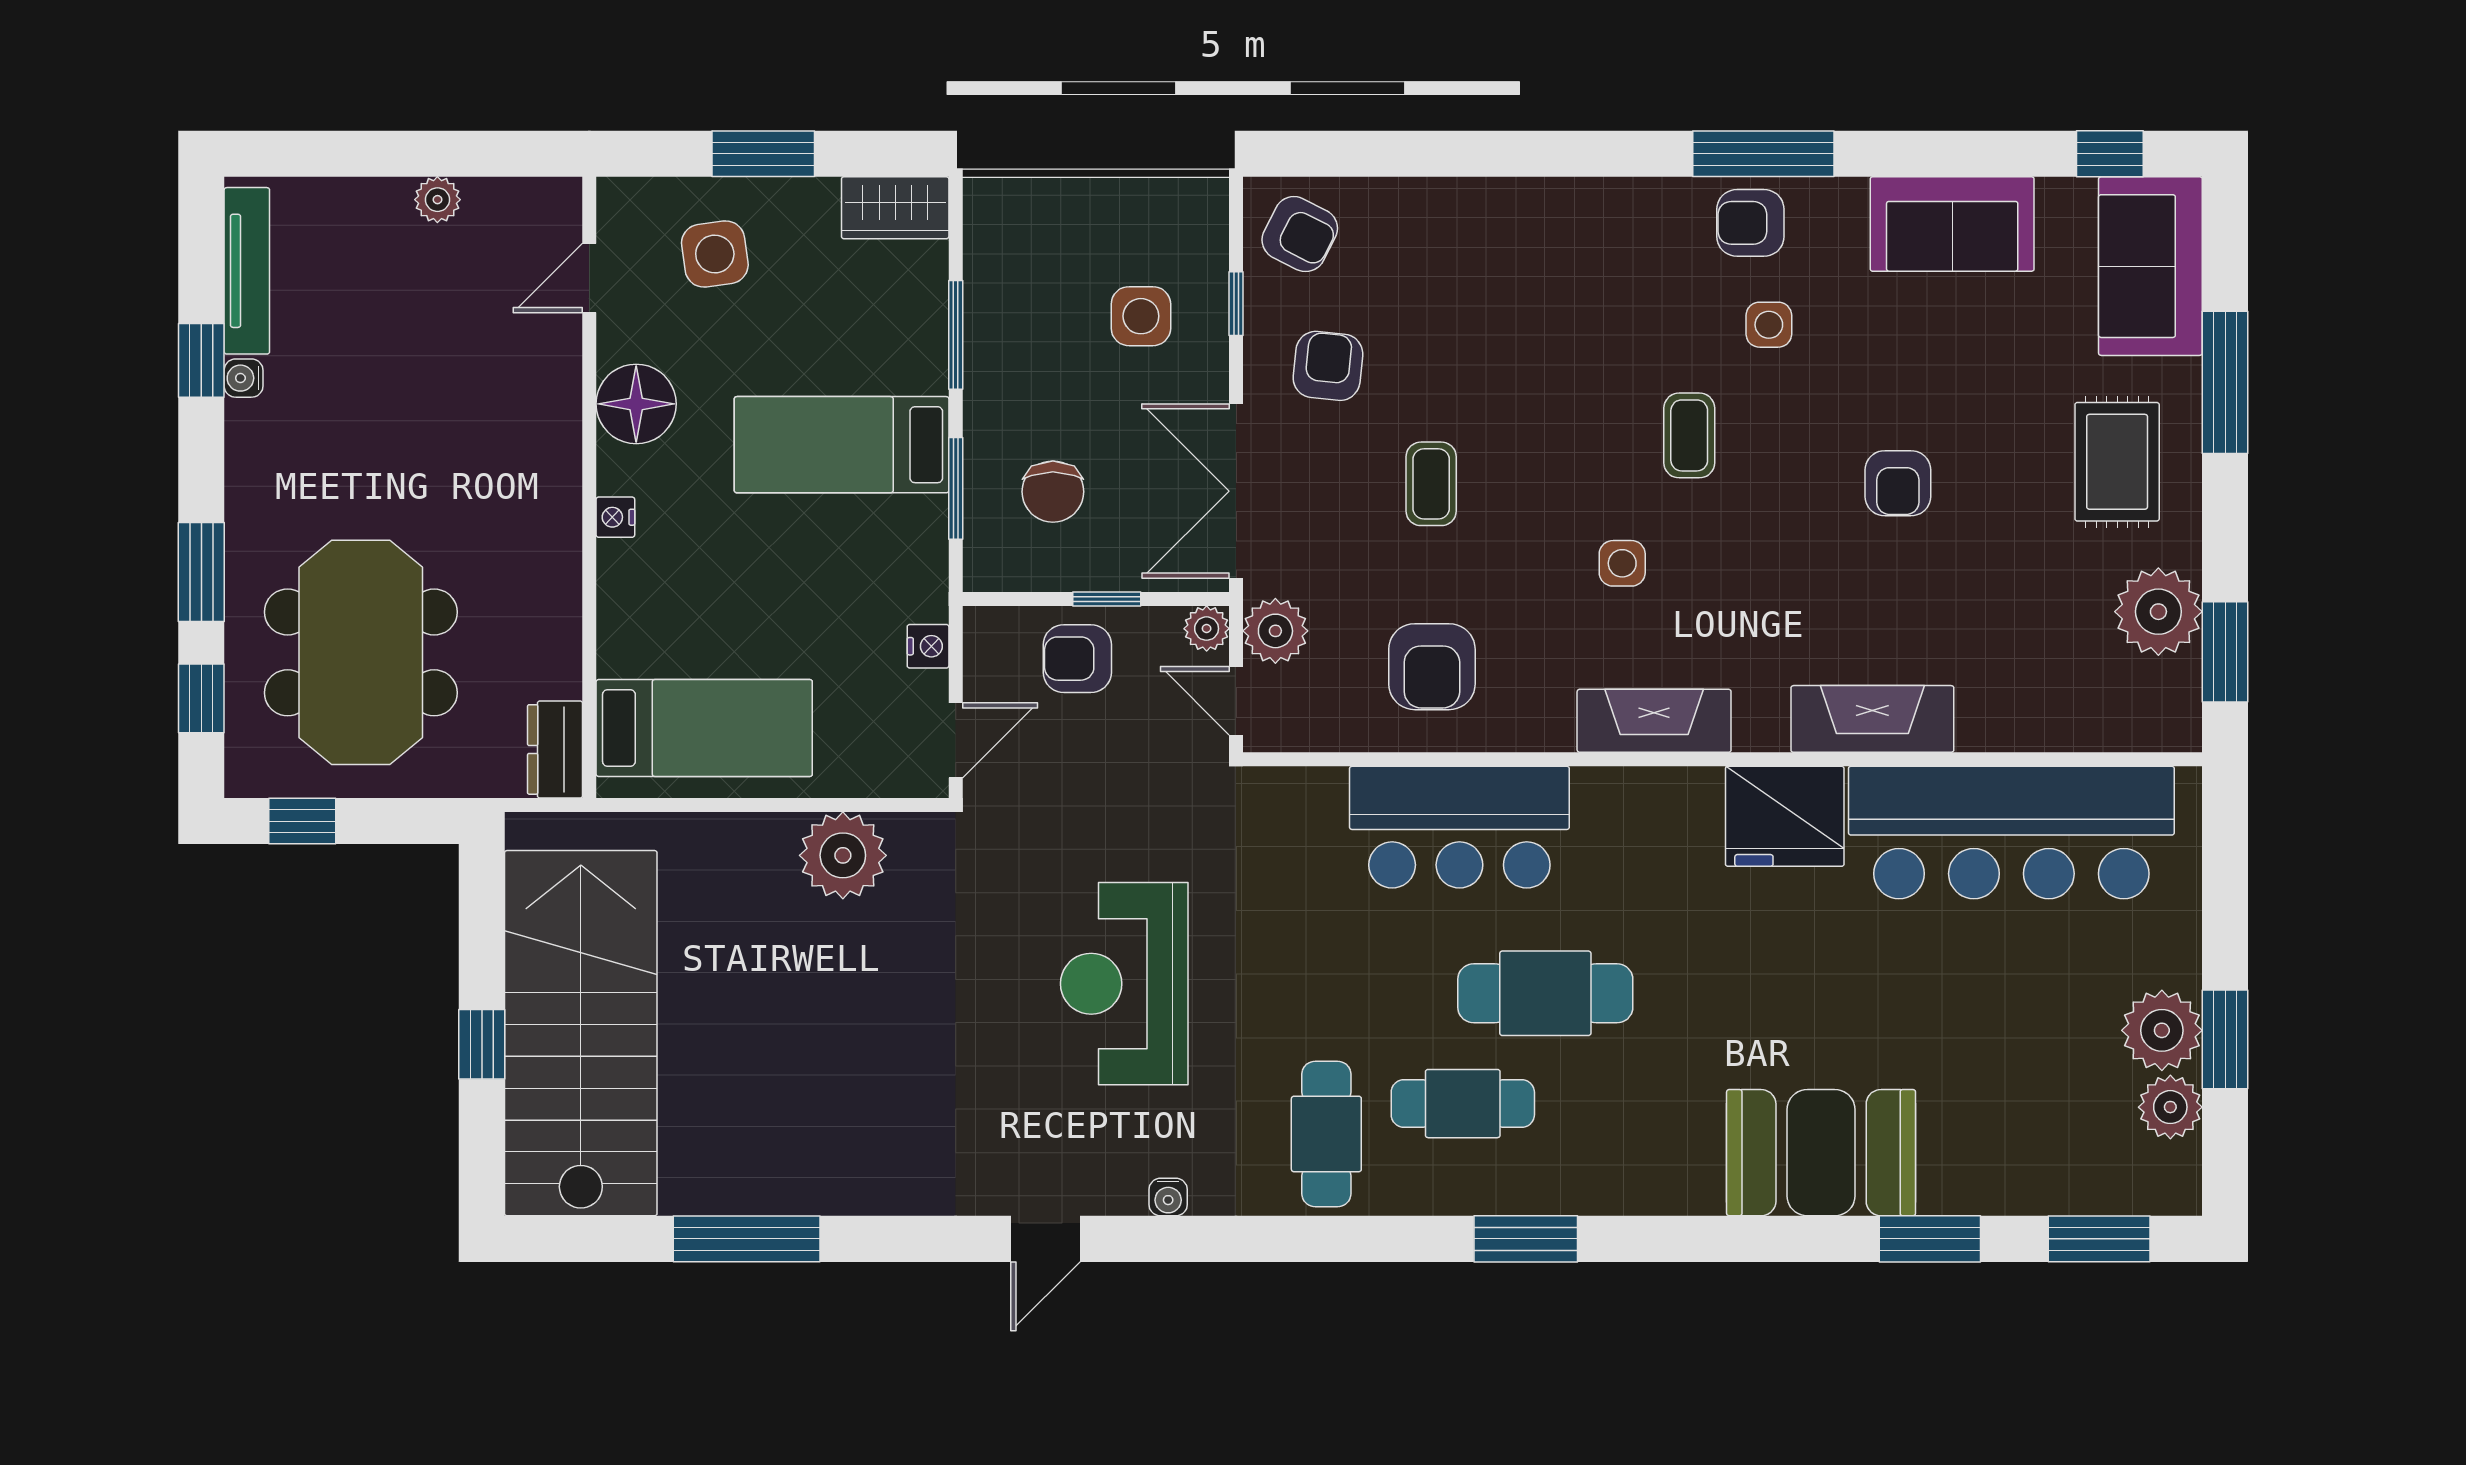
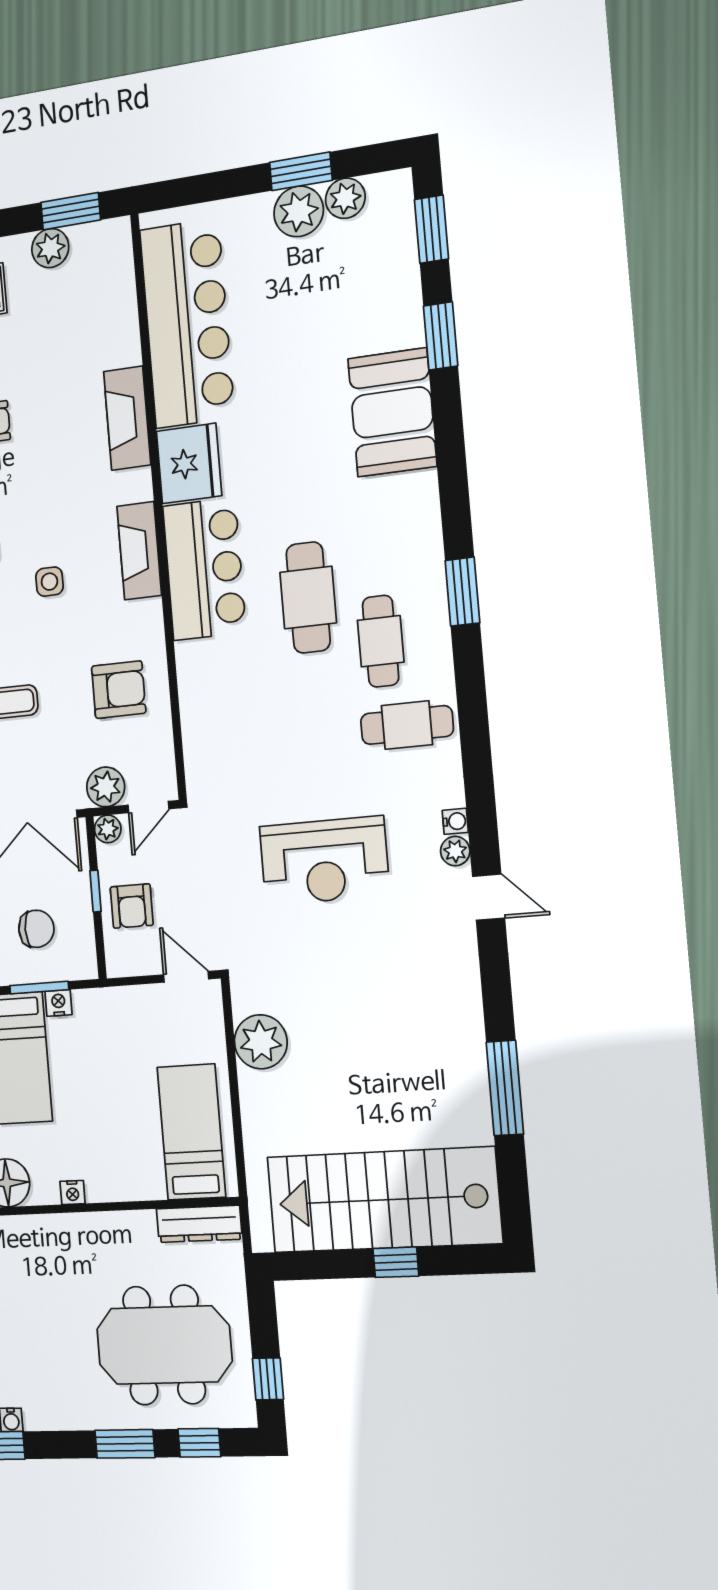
plant: (2158, 612) -> (50, 248), width x0.73, depth x0.73
nightstand: (928, 646) -> (58, 1003), moved
dresser: (555, 749) -> (199, 1224), width x1.44
bar counter: (1459, 827) -> (204, 569), moved
plant: (1122, 1193) -> (455, 851), added

